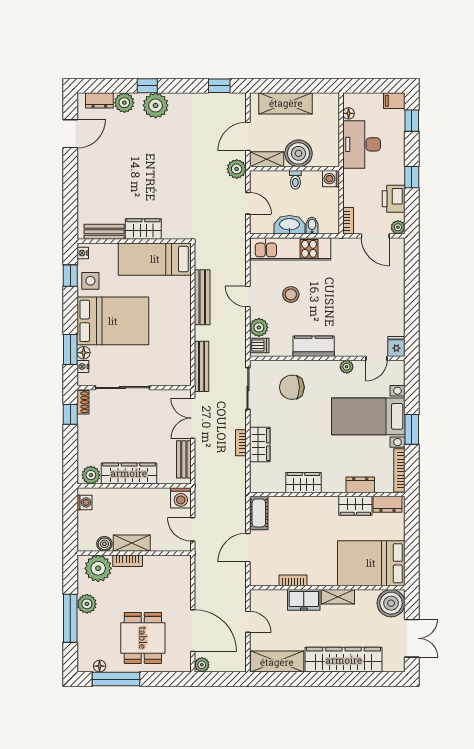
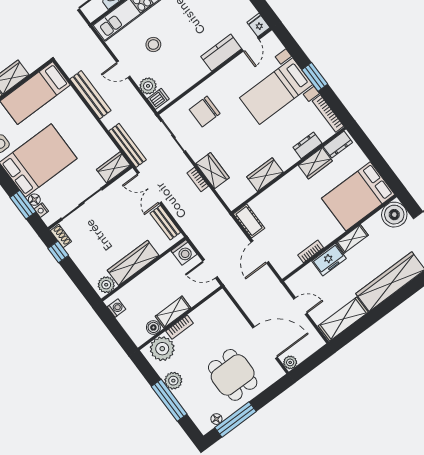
kitchen counter: (314, 346) -> (221, 53), moved
plant: (347, 367) -> (233, 67), removed
wardrobe: (175, 376) -> (113, 167), added

